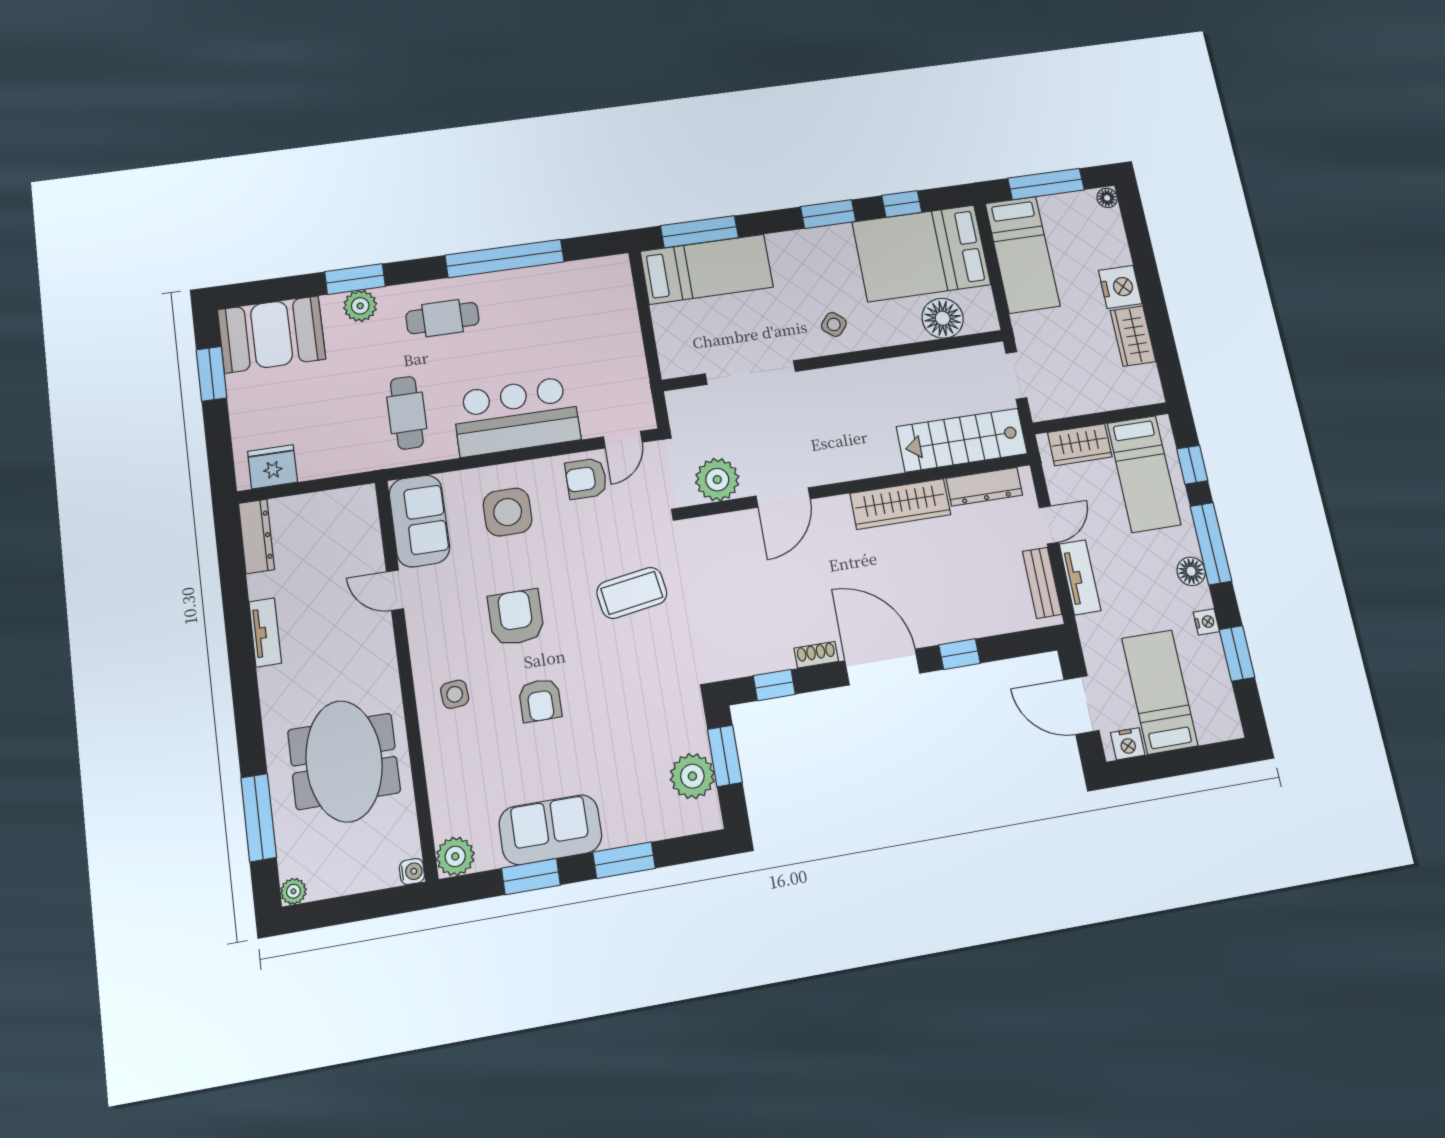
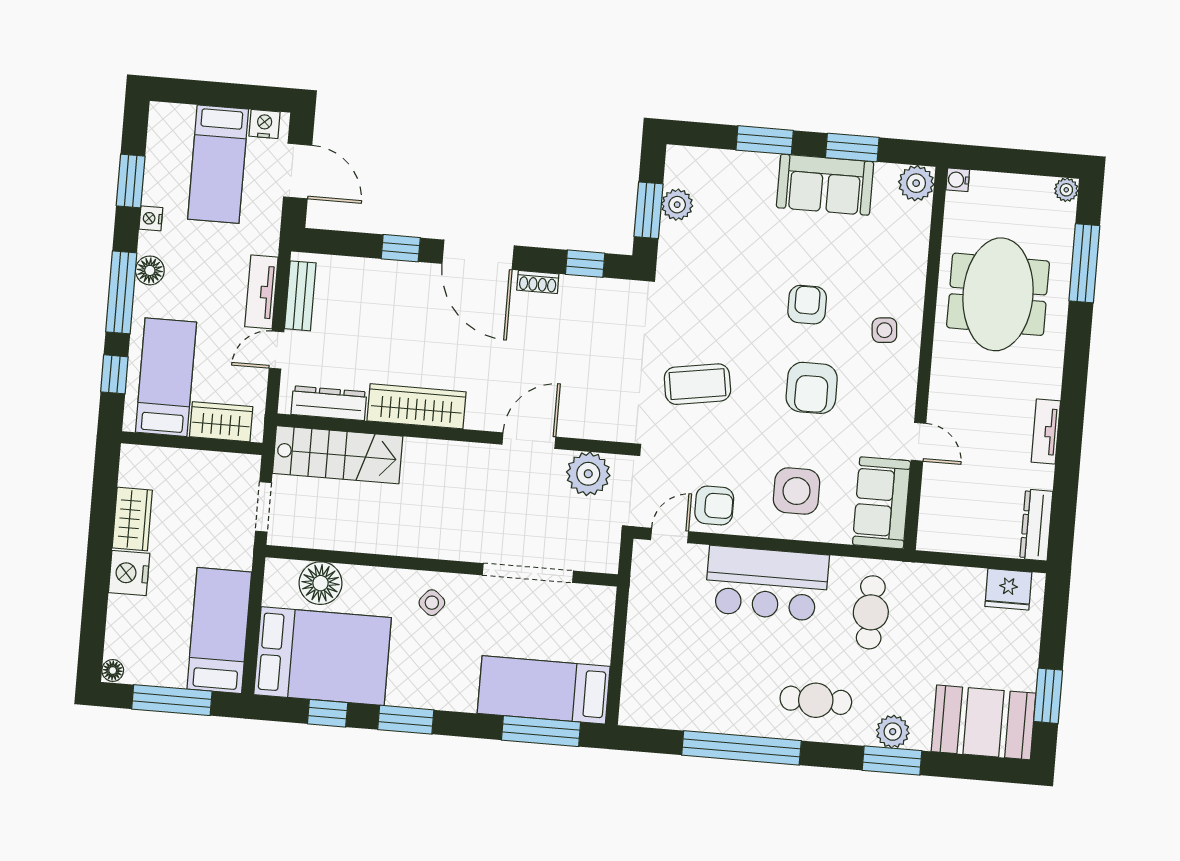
plant: (692, 776) -> (677, 205), width x0.73, depth x0.73

